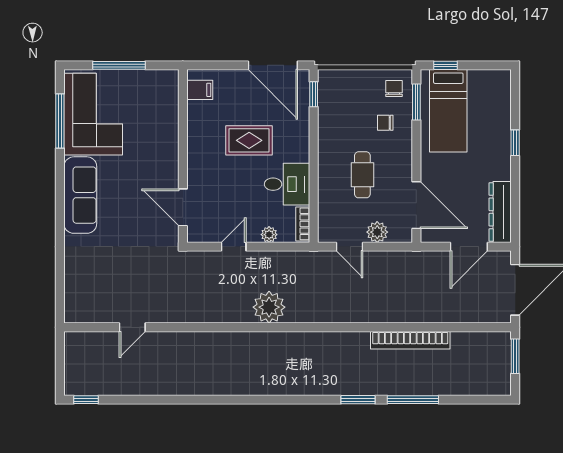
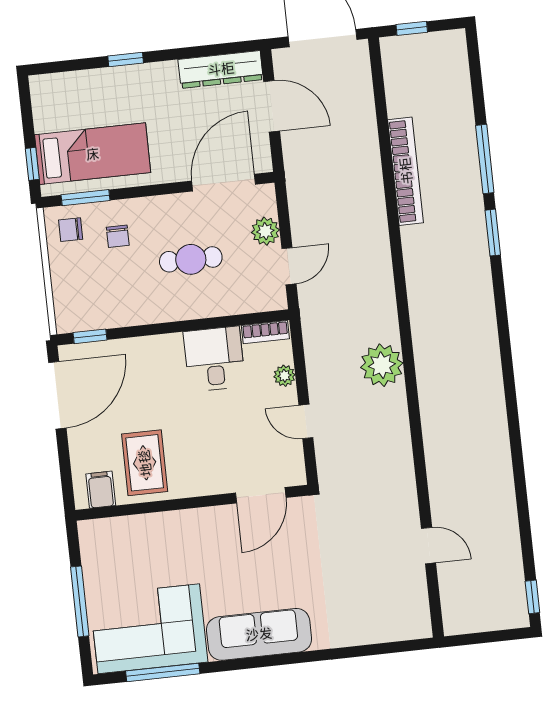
rug: (249, 140) -> (145, 463), moved
window: (515, 356) -> (412, 28), width x0.67

